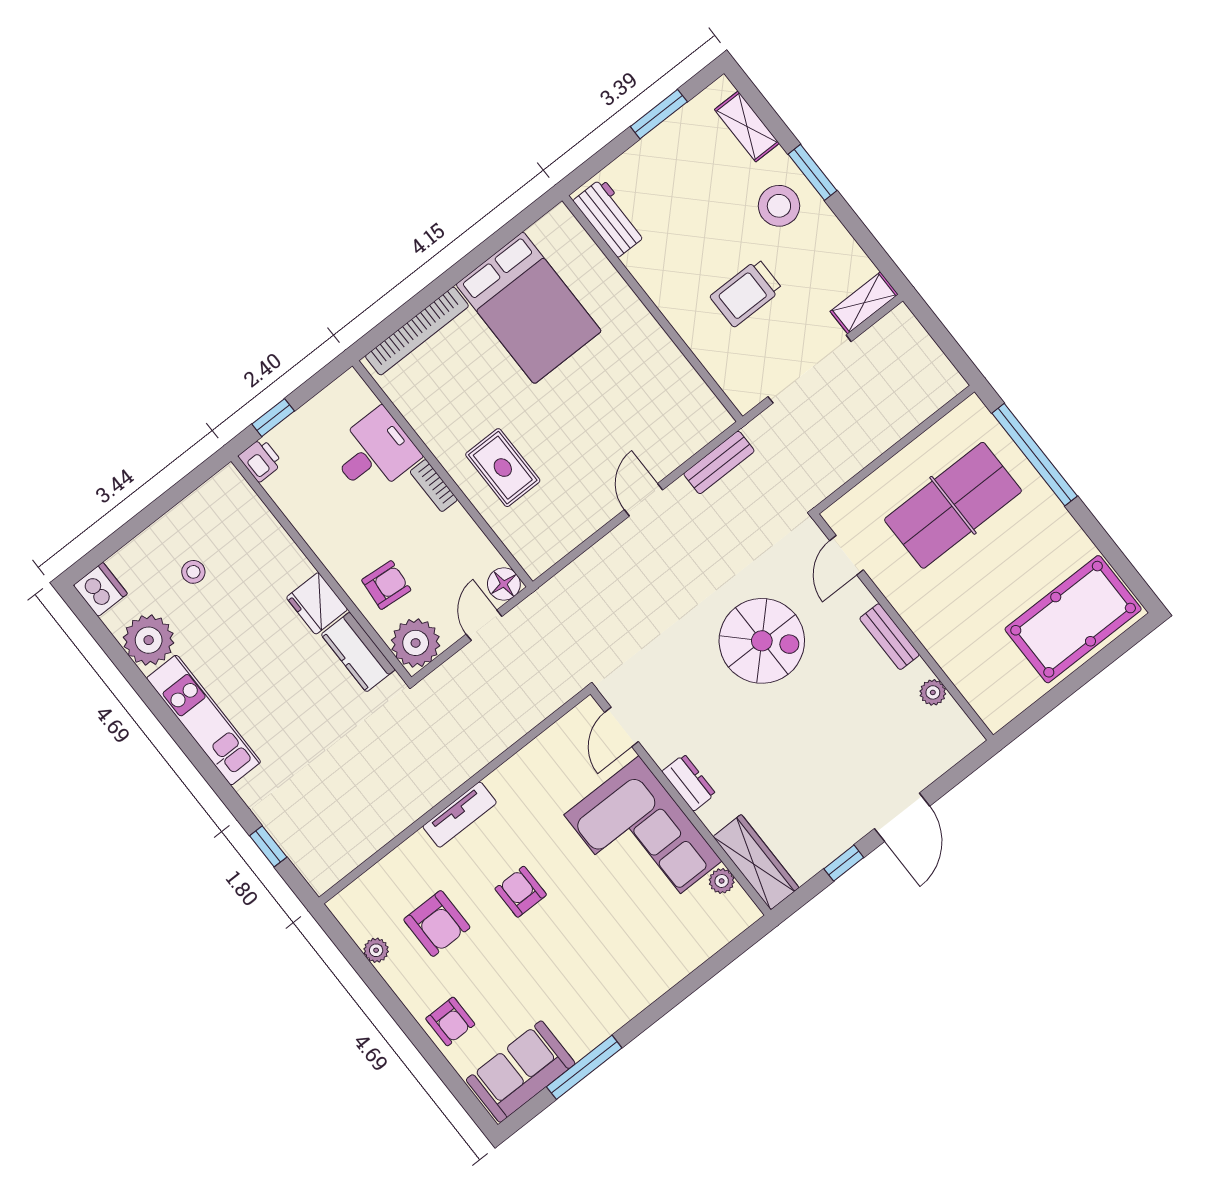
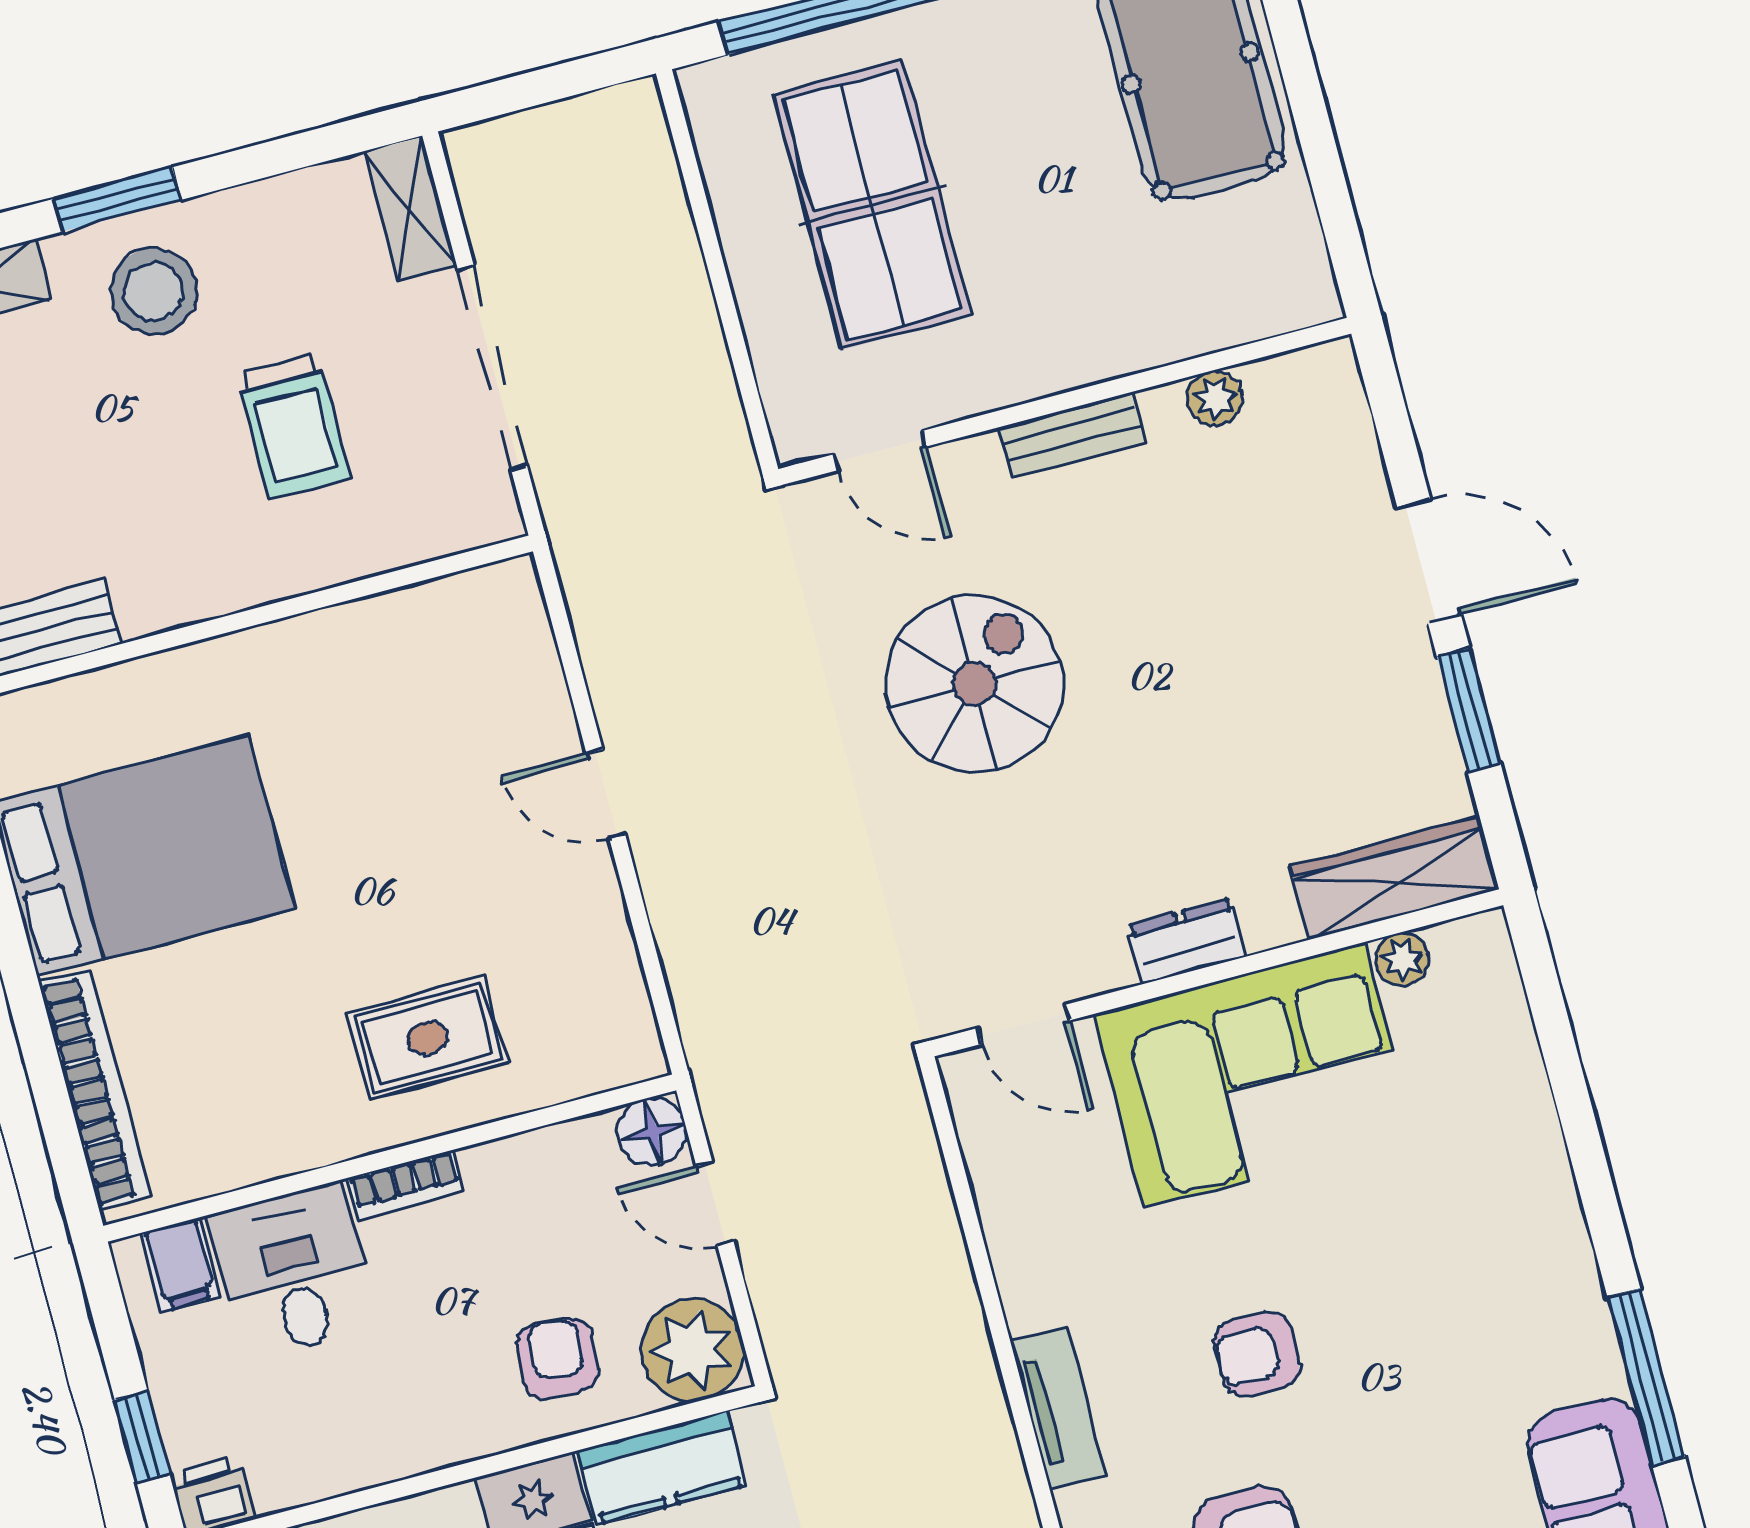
filing cabinet: (356, 402) -> (180, 1265), added
bench: (719, 462) -> (597, 618), removed
window: (844, 863) -> (1469, 710), width x1.50

